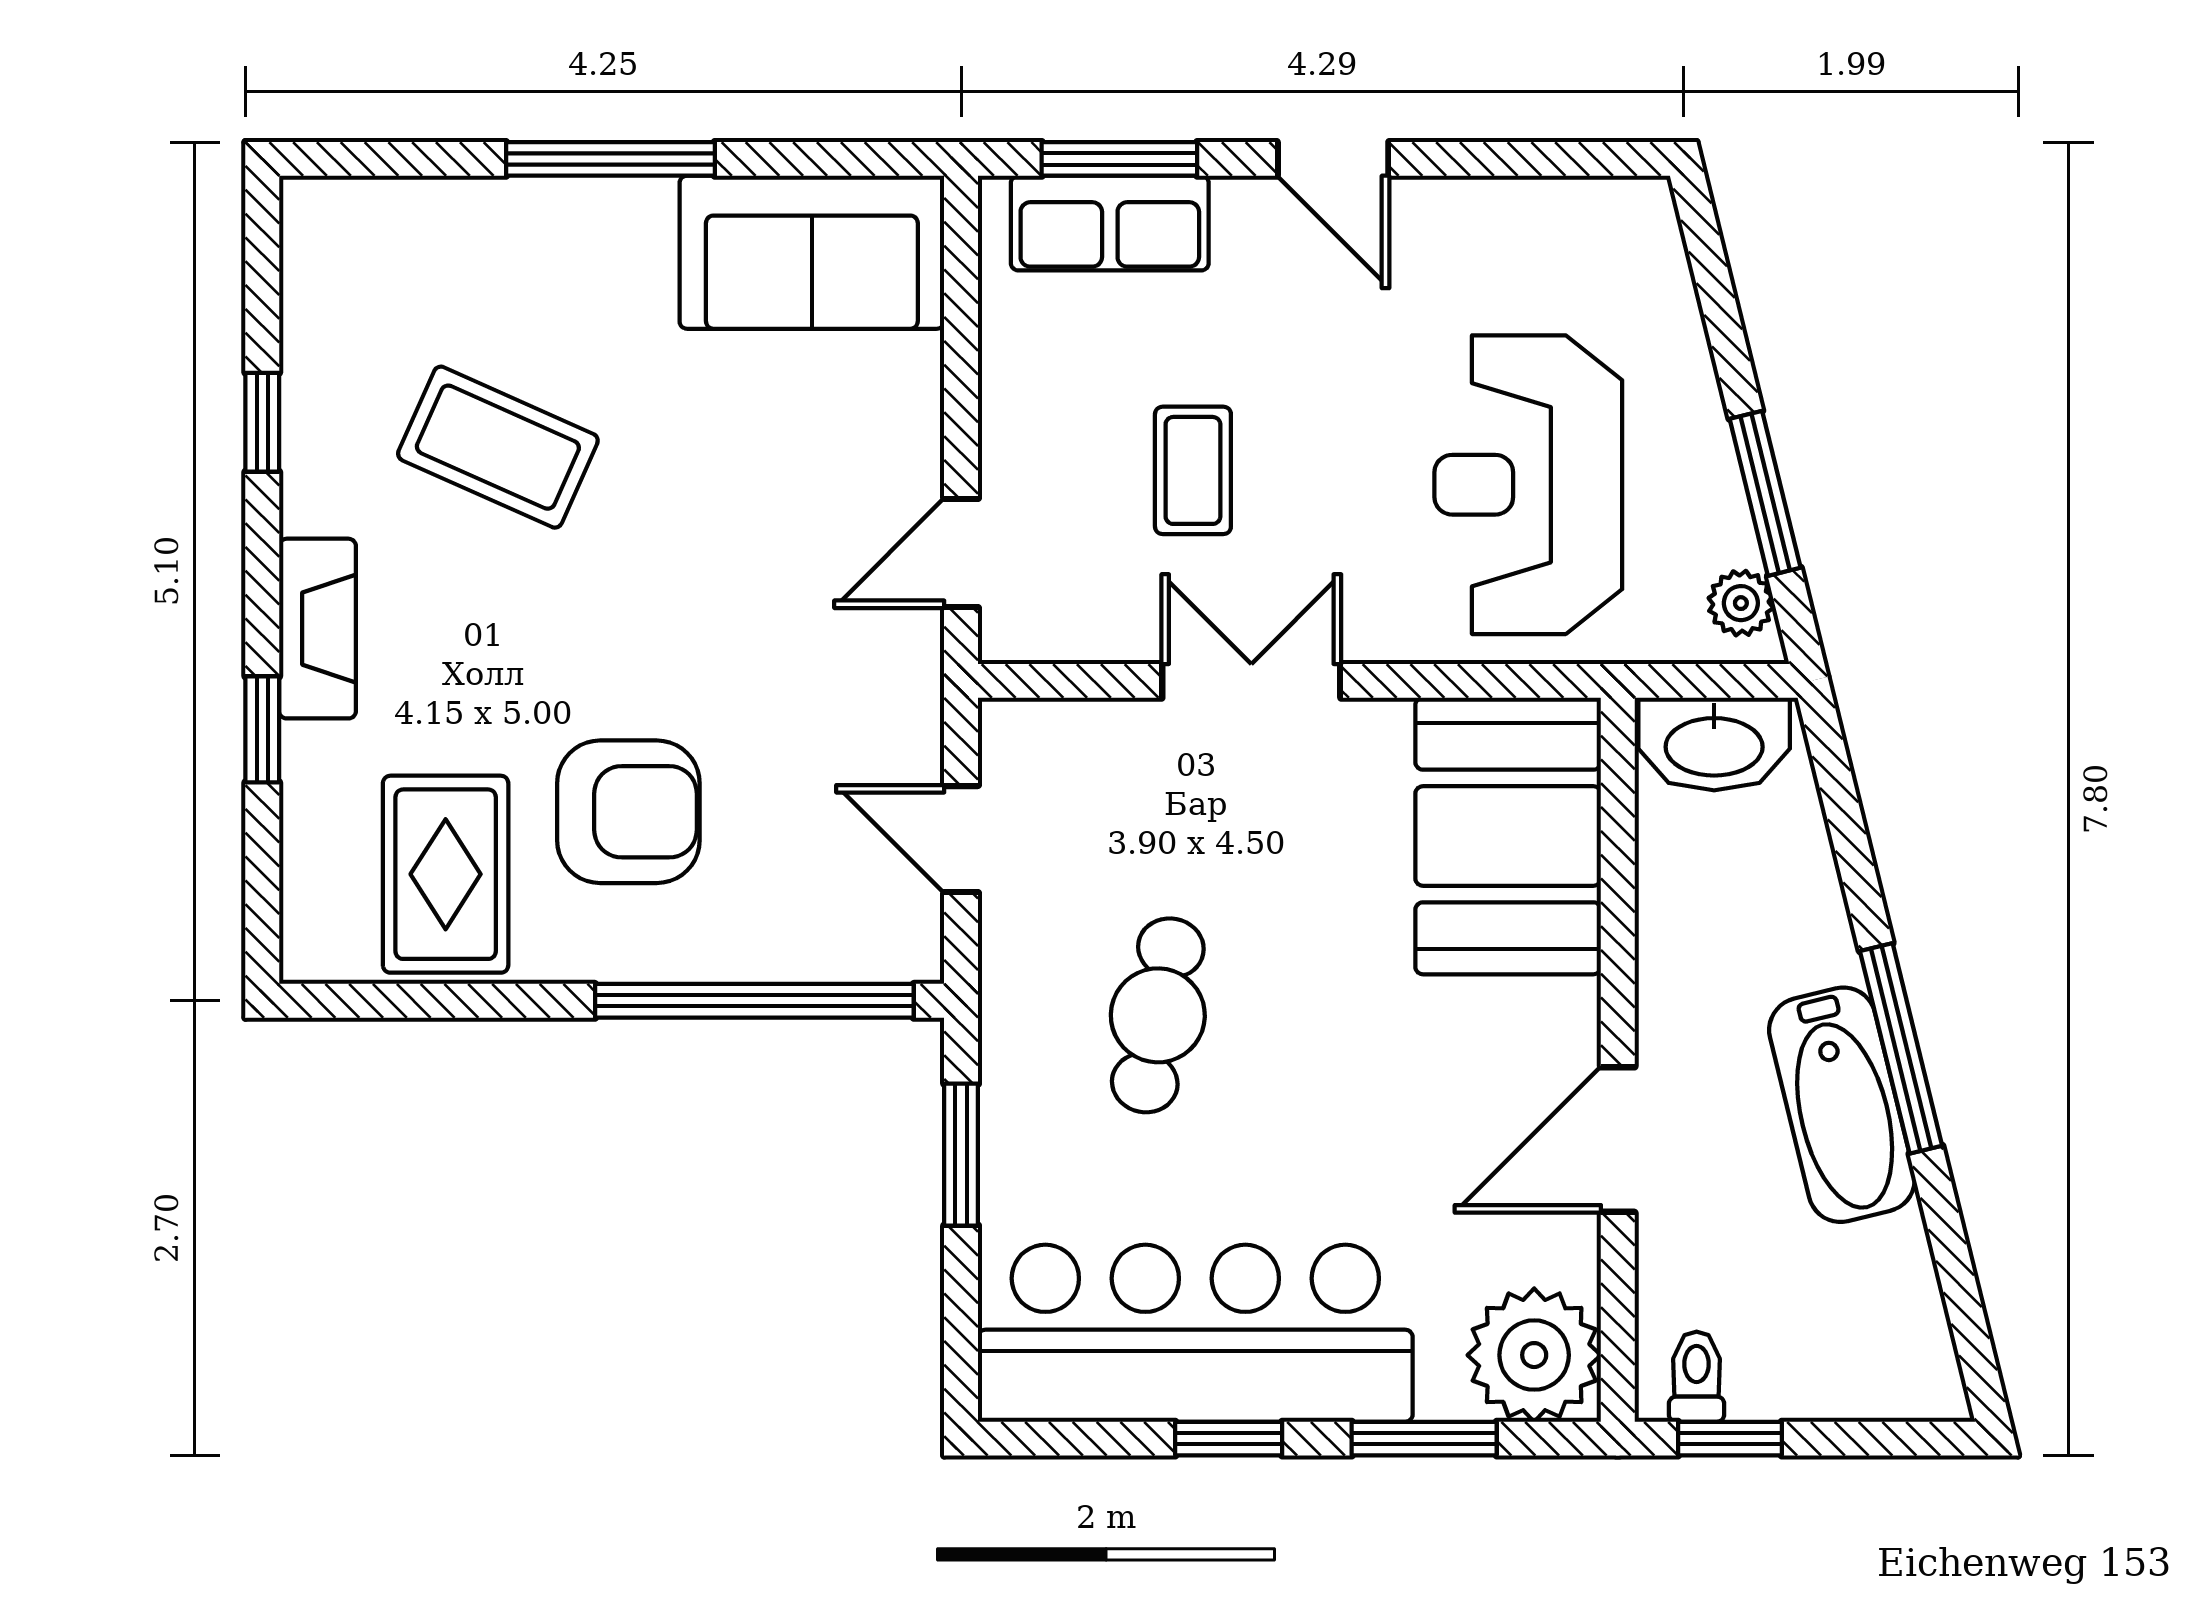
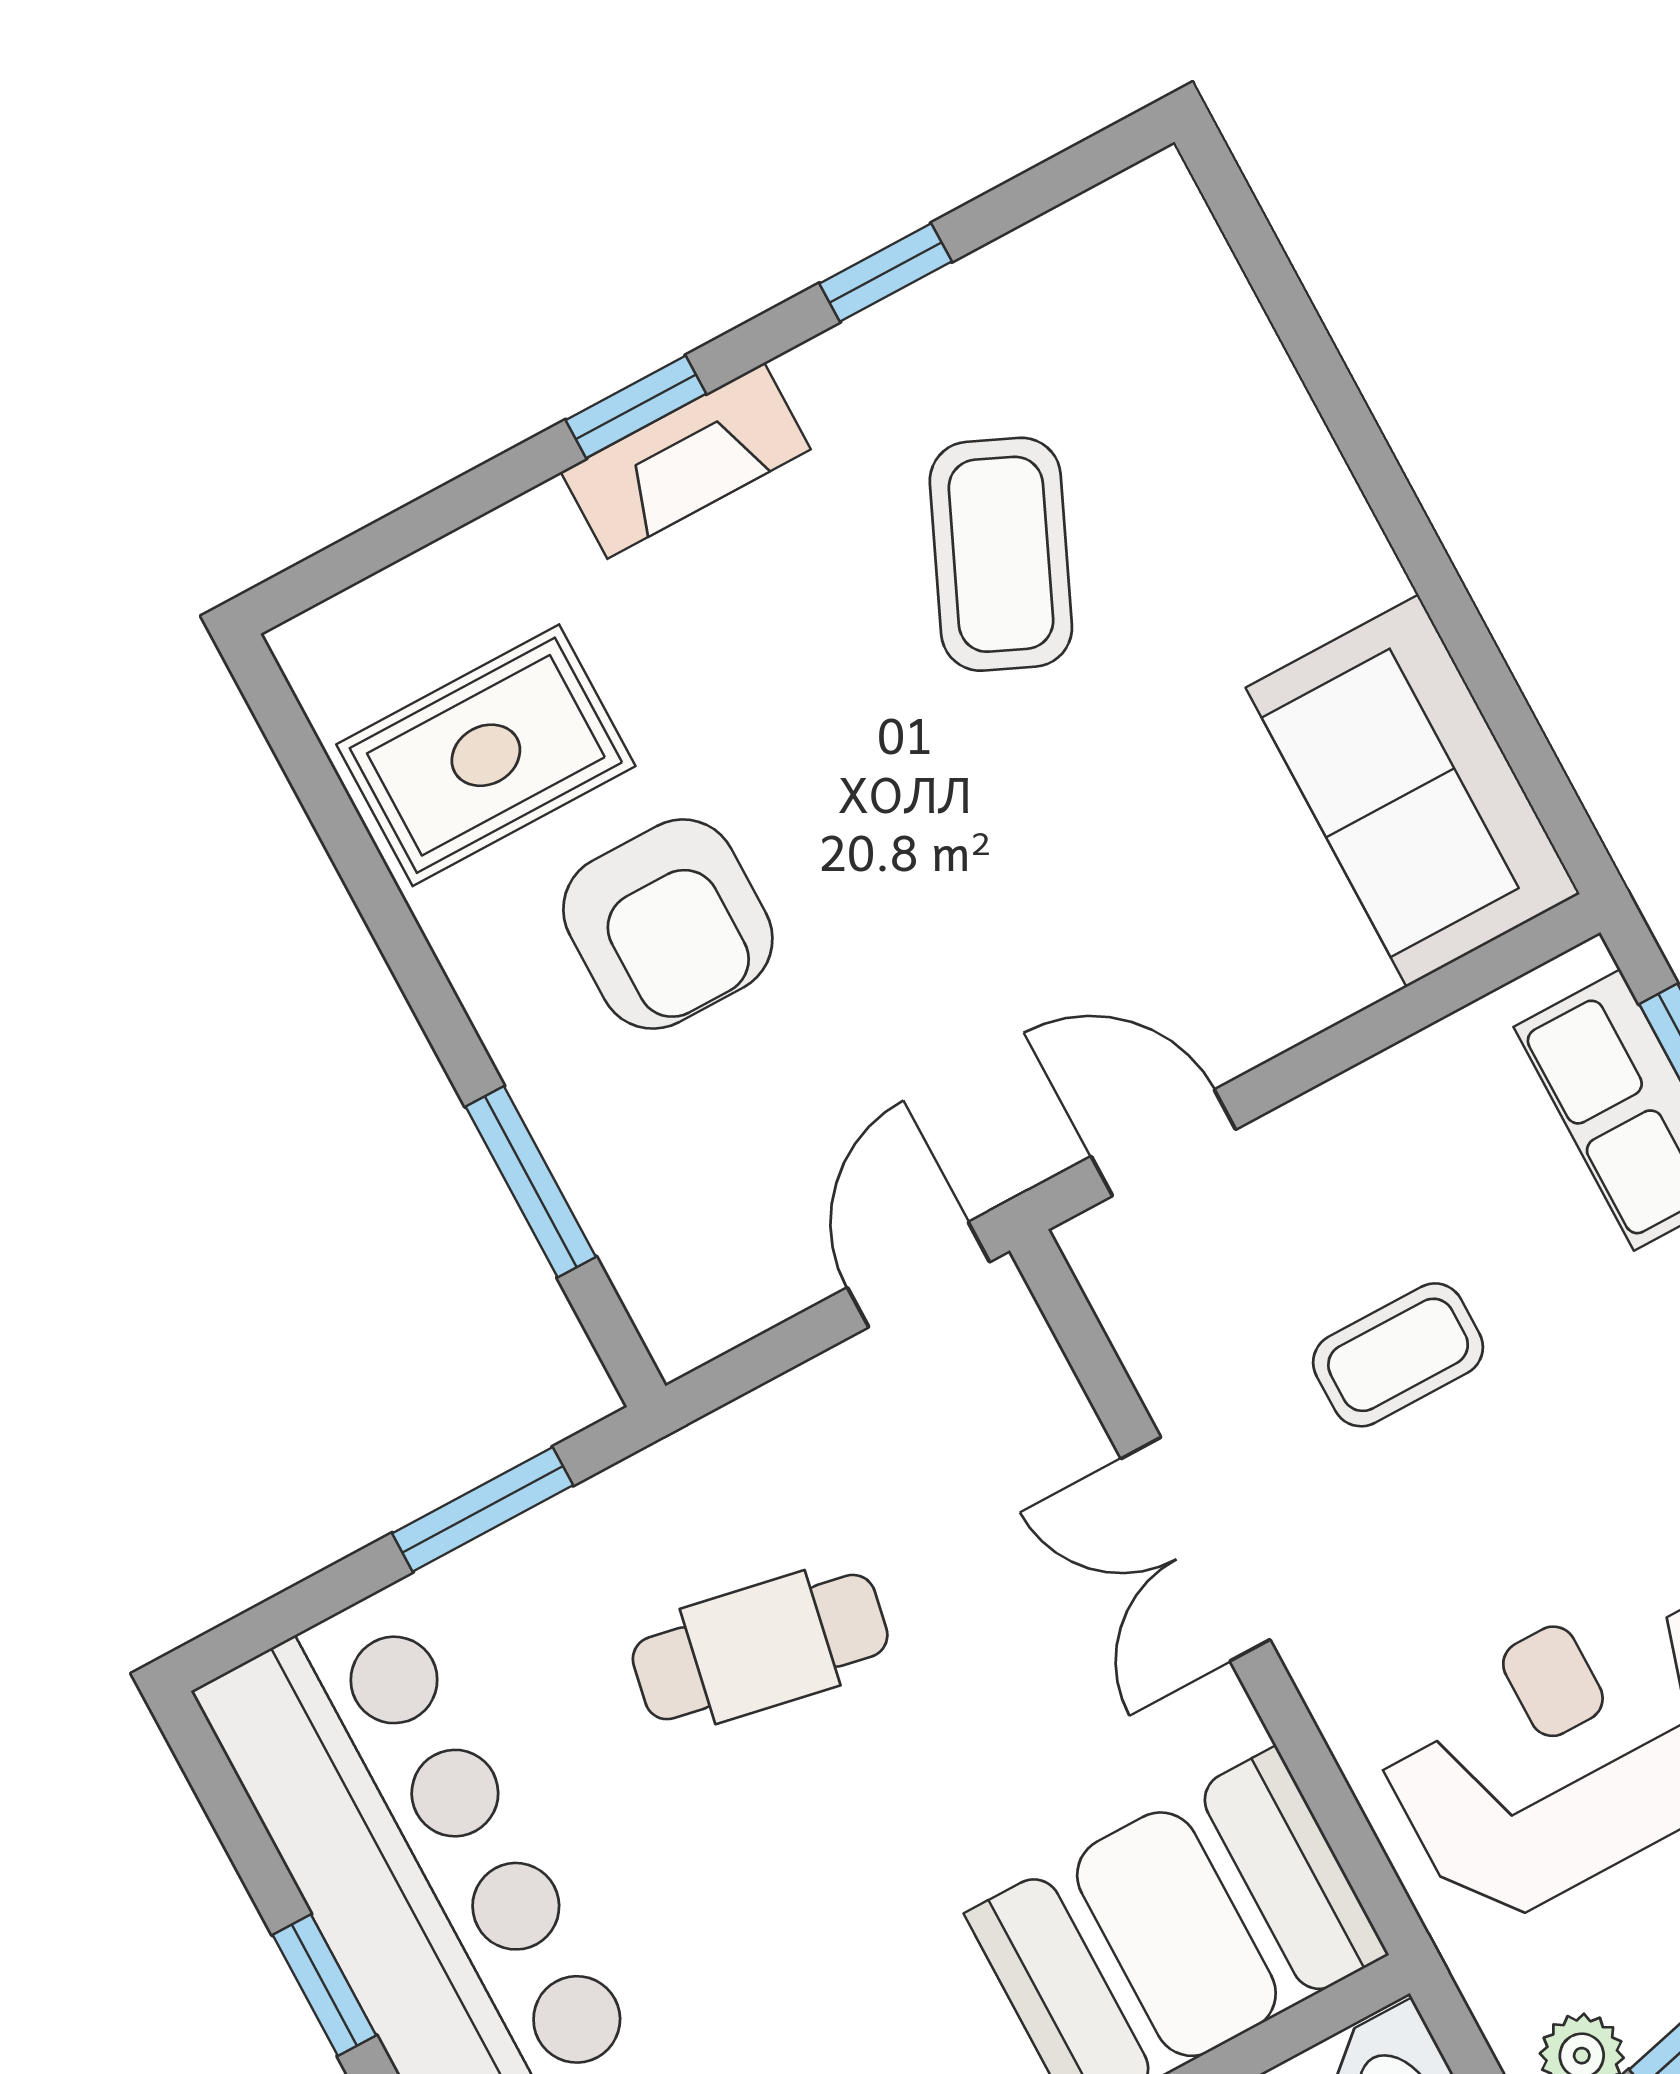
window: (610, 159) -> (1396, 506), removed
double door: (1251, 681) -> (1195, 1549), swing flipped
window: (262, 729) -> (636, 407), moved
door: (961, 839) -> (918, 1275), moved
window: (754, 1001) -> (531, 1182), width x0.47

